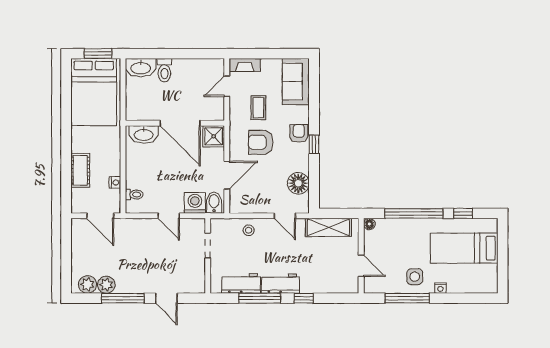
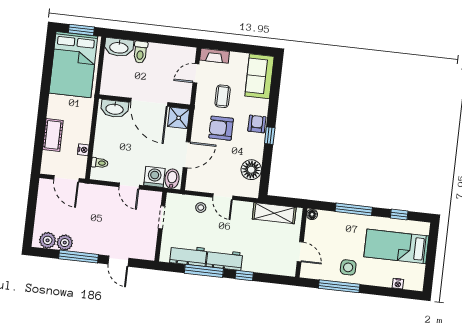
window: (414, 213) -> (354, 209), width x0.68
door: (285, 216) -> (223, 197), moved
nightstand: (440, 288) -> (398, 284), moved

